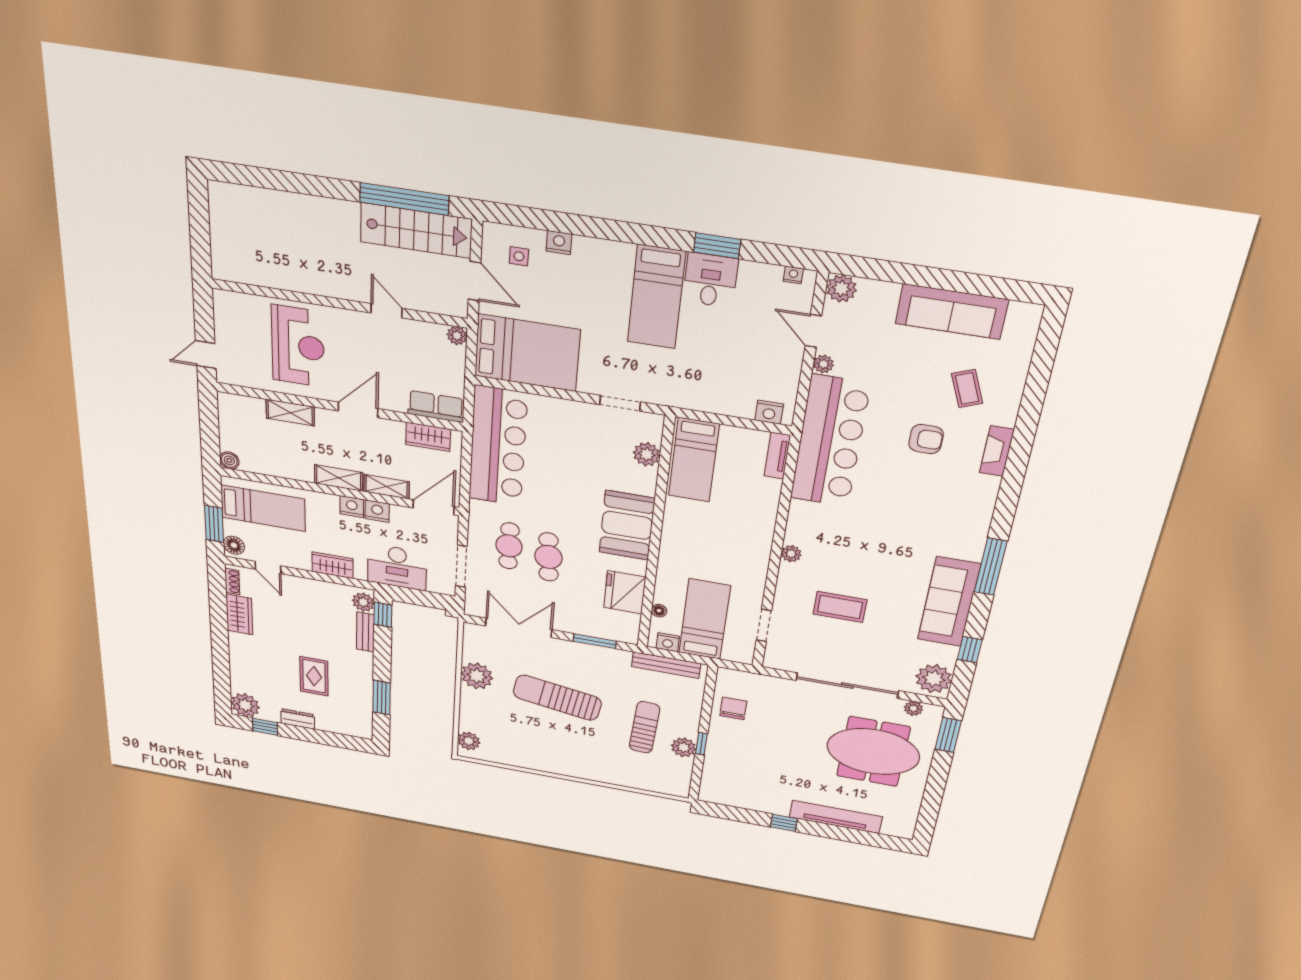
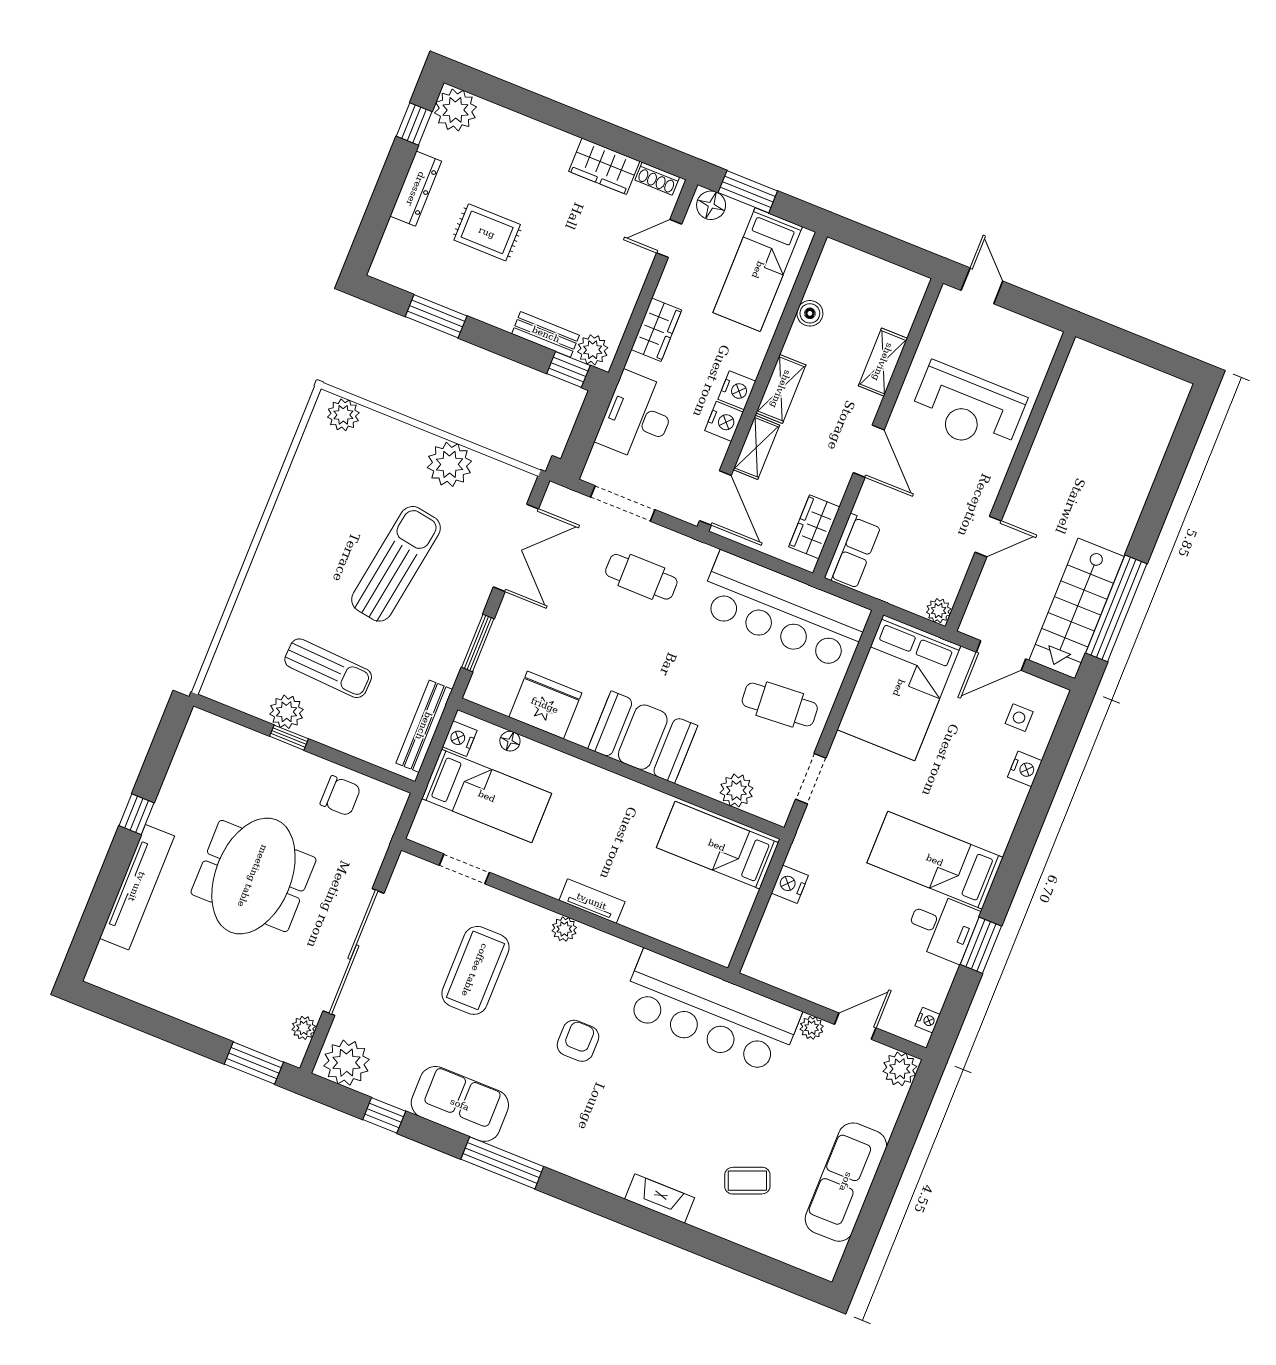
nightstand: (769, 412) -> (790, 884), moved
armchair: (926, 439) -> (578, 1041), moved, turned 180
tv unit: (777, 456) -> (592, 901), moved
boiler: (229, 460) -> (810, 313), moved
cafe table: (549, 557) -> (780, 704), moved
sofa: (949, 602) -> (460, 1104), width x0.73
coffee table: (840, 607) -> (475, 970), width x1.36, depth x1.32
dresser: (298, 719) -> (416, 189), width x1.44
meeting table: (873, 752) -> (253, 876), moved

